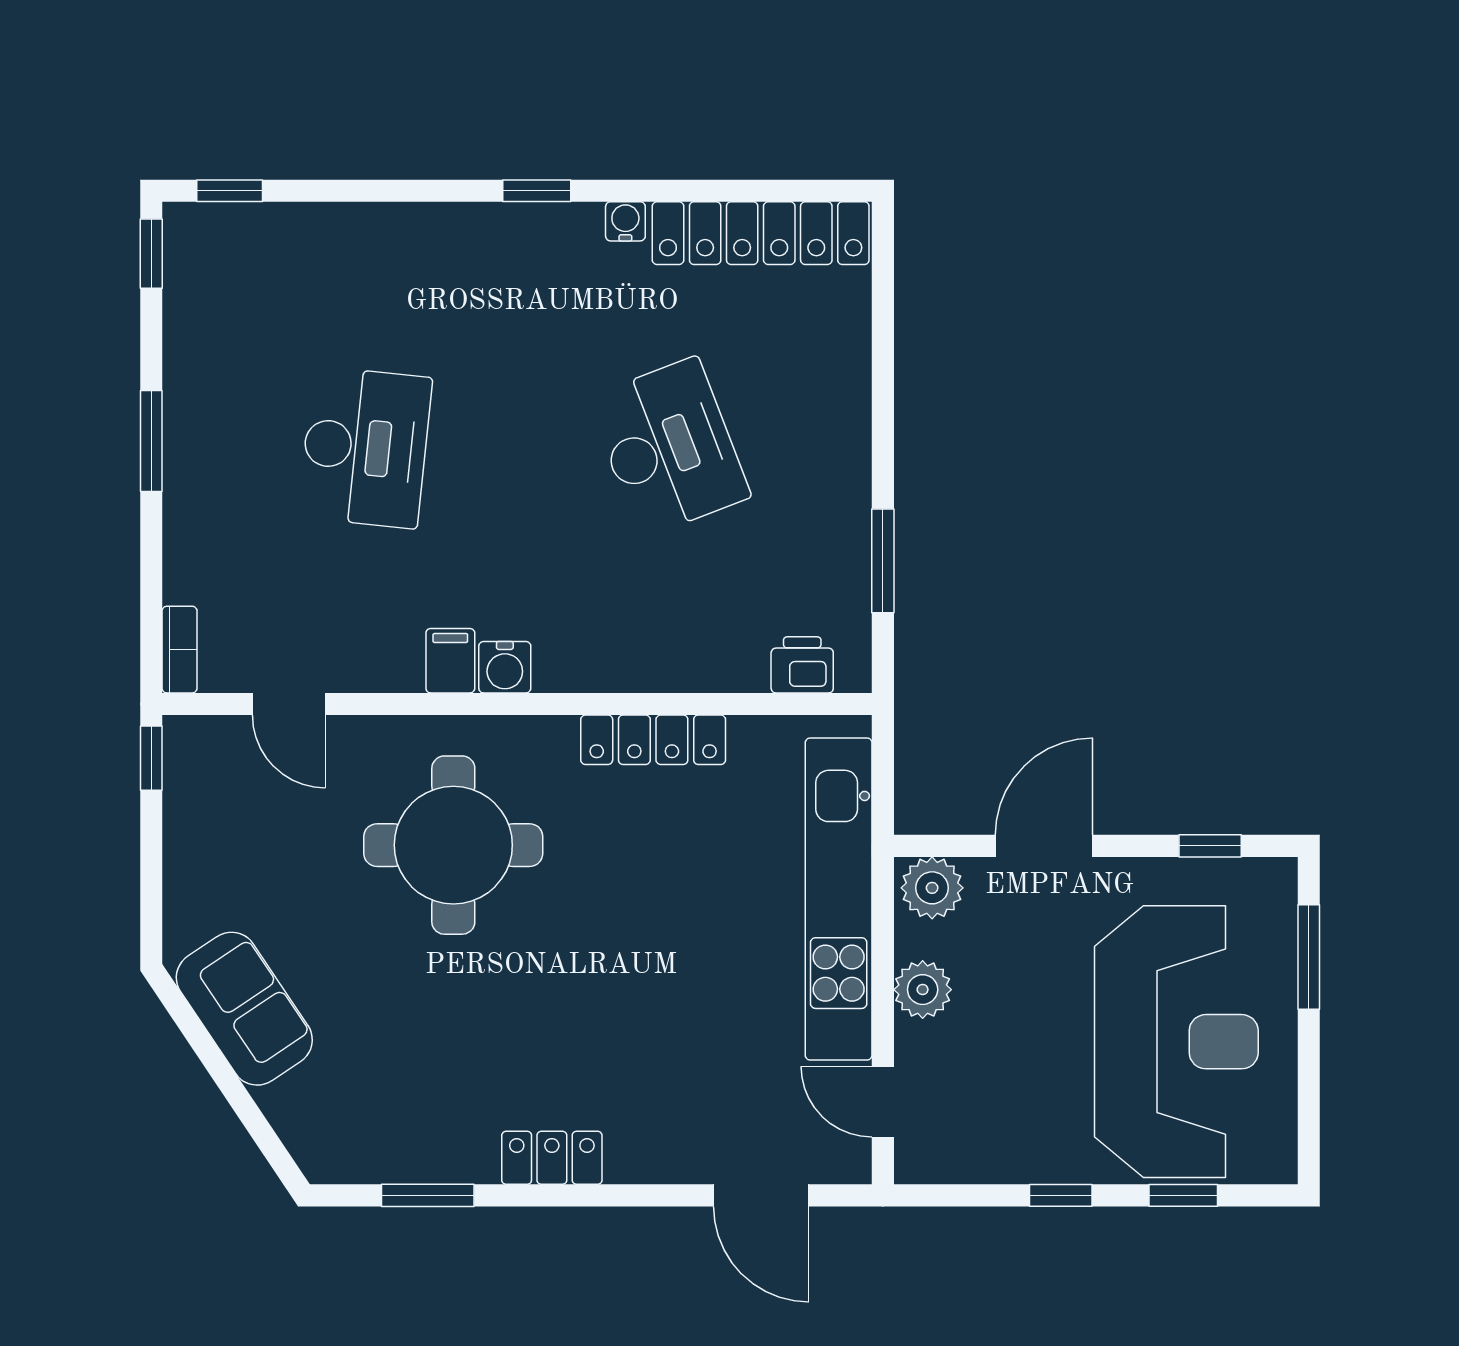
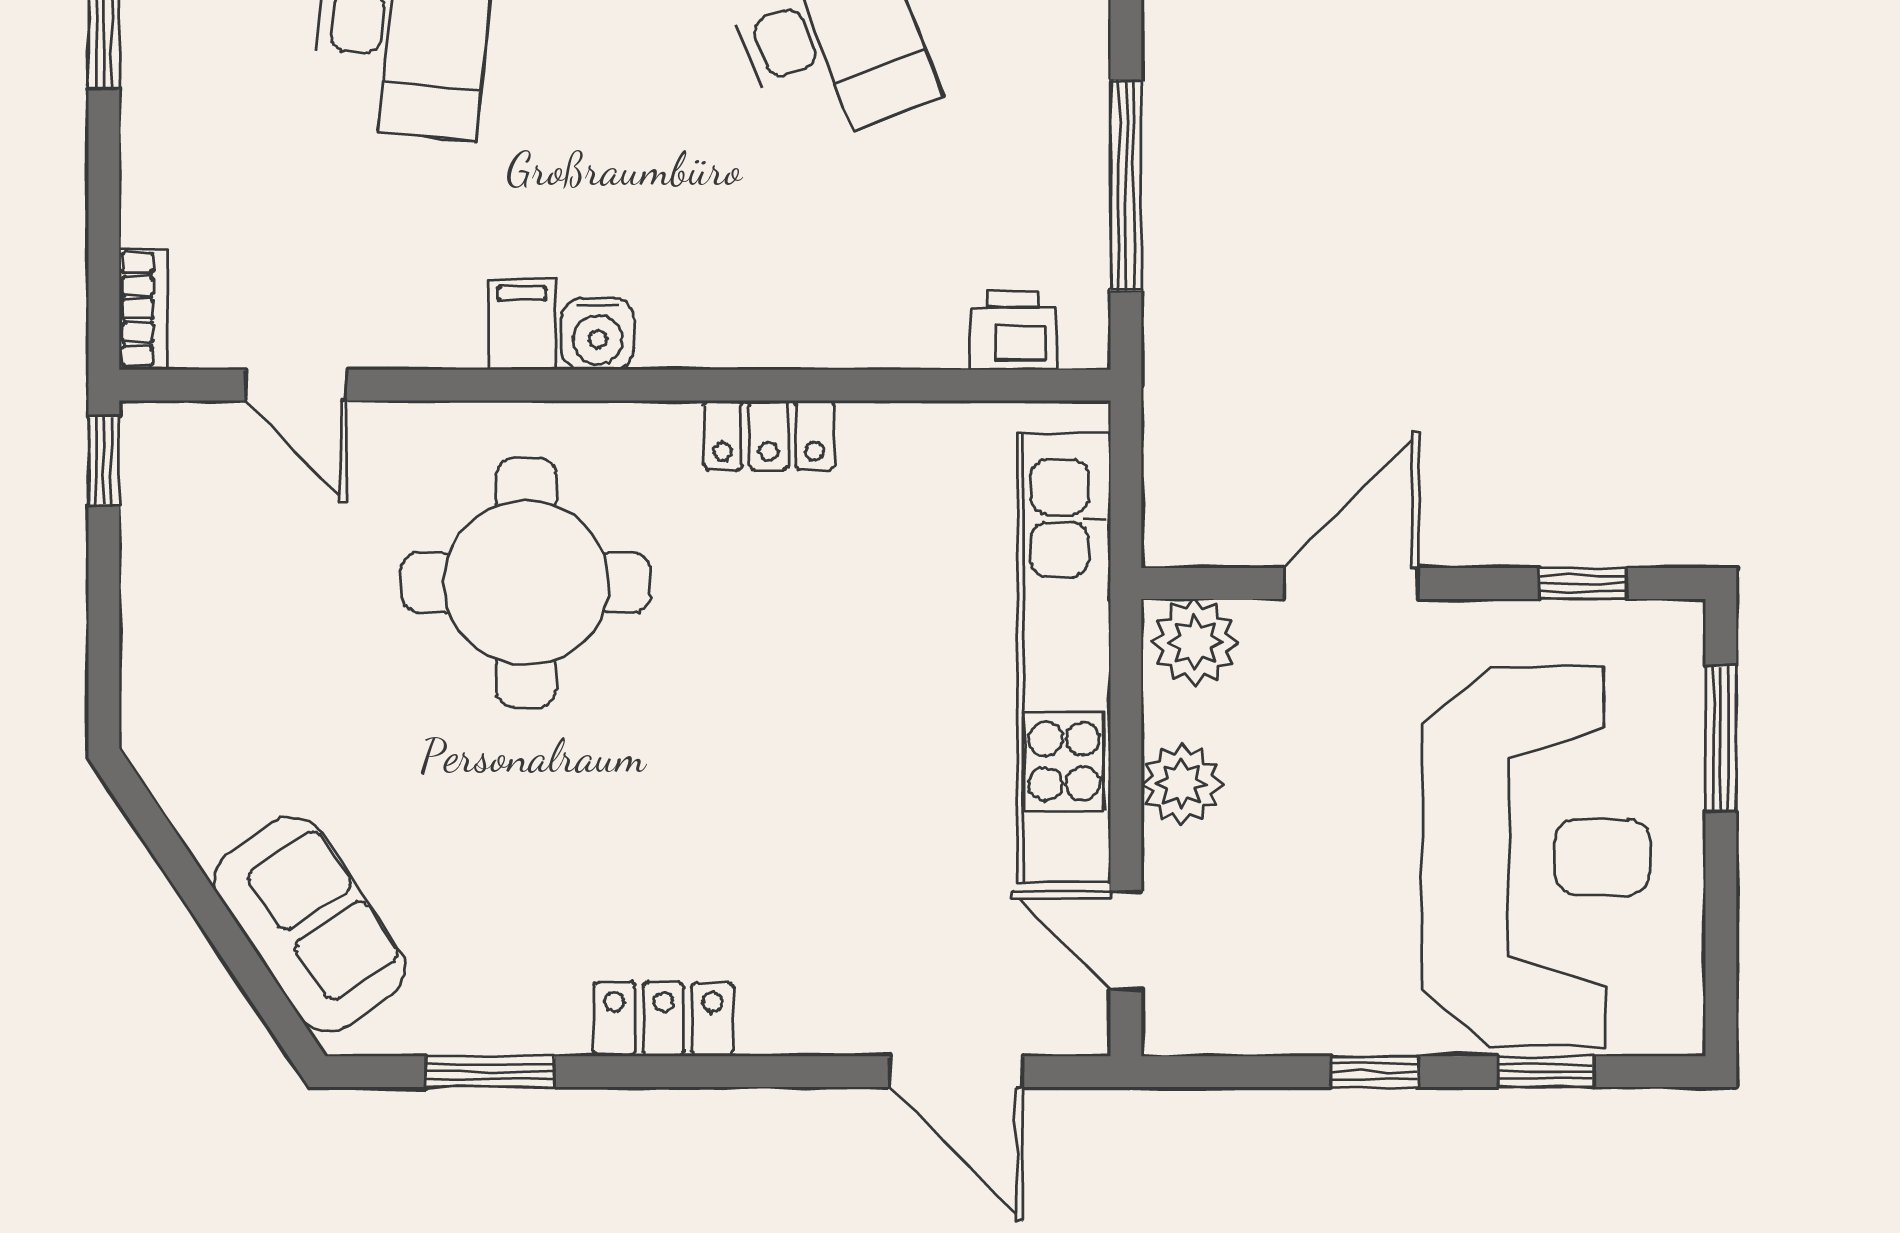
window: (883, 561) -> (1126, 185), width x1.44
locker: (653, 740) -> (769, 435), width x0.66
sofa: (244, 1009) -> (310, 924), moved

